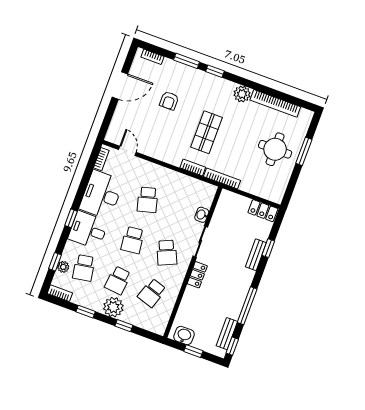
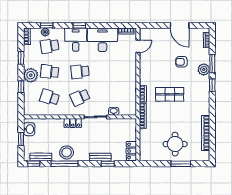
plant: (242, 94) -> (204, 69), moved
school desk: (148, 200) -> (110, 72), removed
stool: (233, 297) -> (67, 152), added

